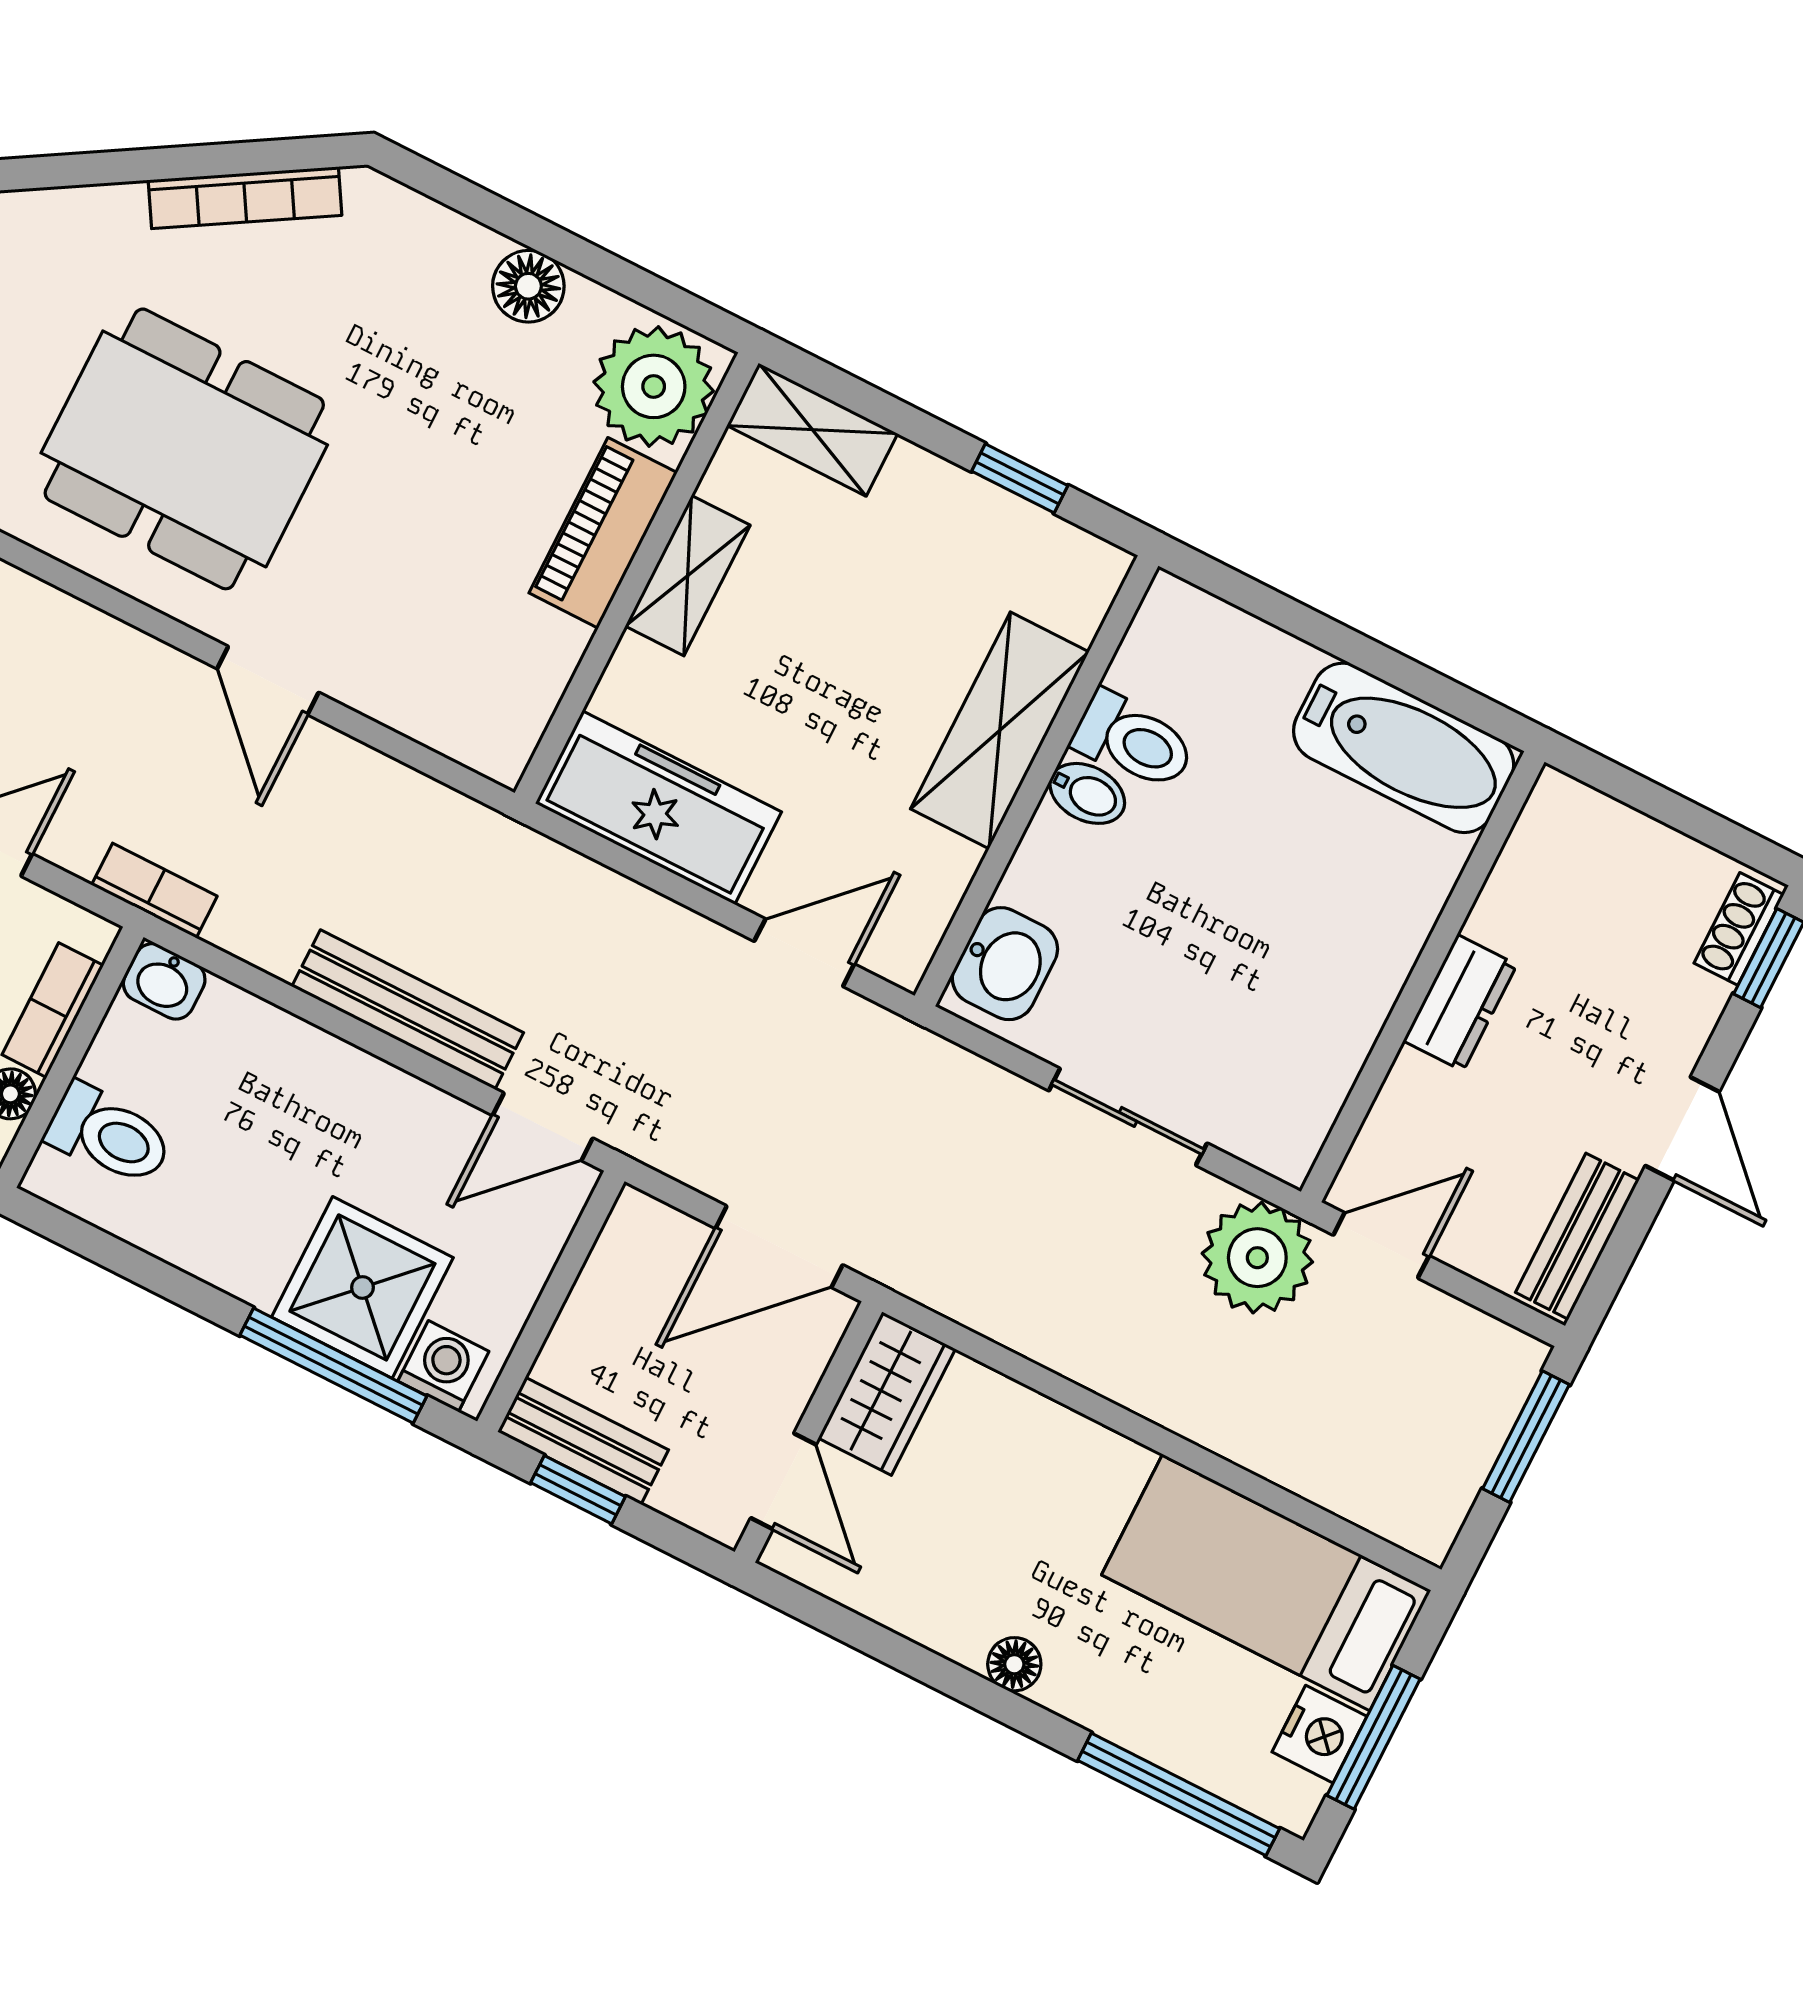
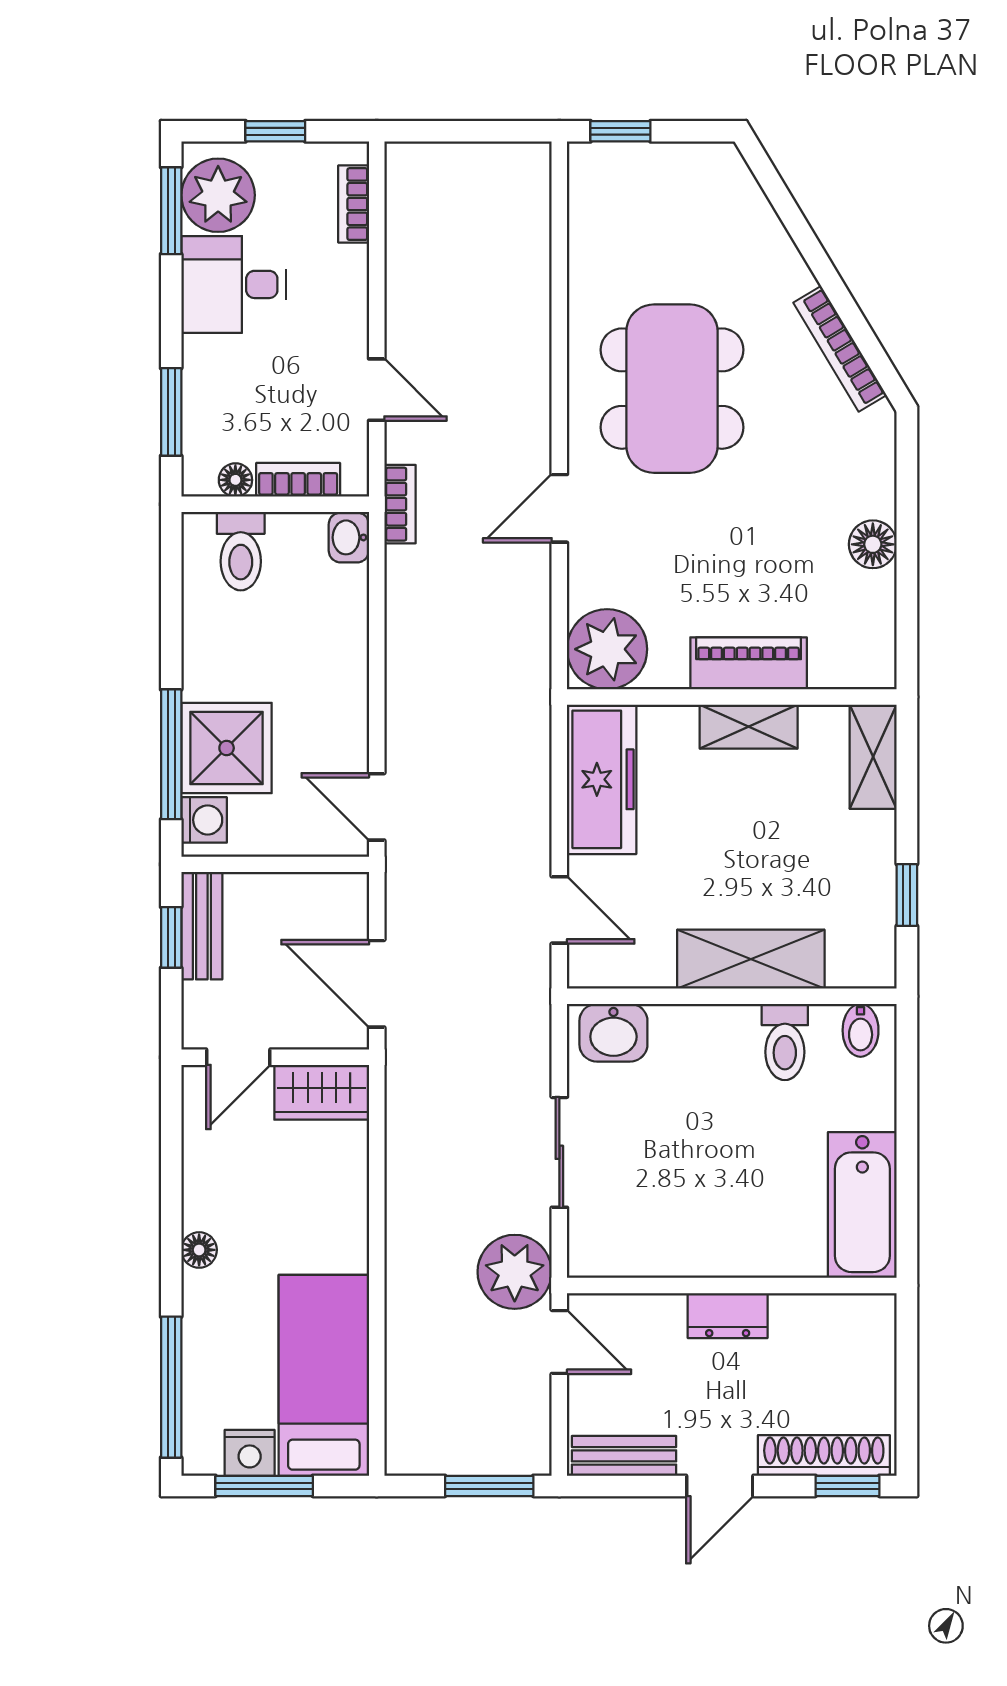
plant: (654, 386) -> (607, 649), moved
bidet: (1087, 793) -> (861, 1030), moved
shoe rack: (1739, 929) -> (824, 1455), width x1.94, depth x1.24
bench: (408, 1010) -> (406, 691), removed

